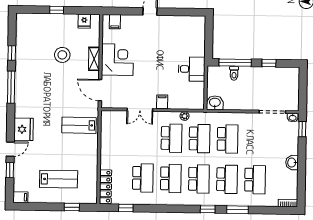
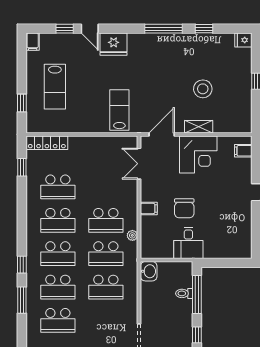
fridge: (84, 21) -> (243, 40), moved
chair: (162, 72) -> (184, 208), added
double door: (140, 110) -> (139, 164), moved

